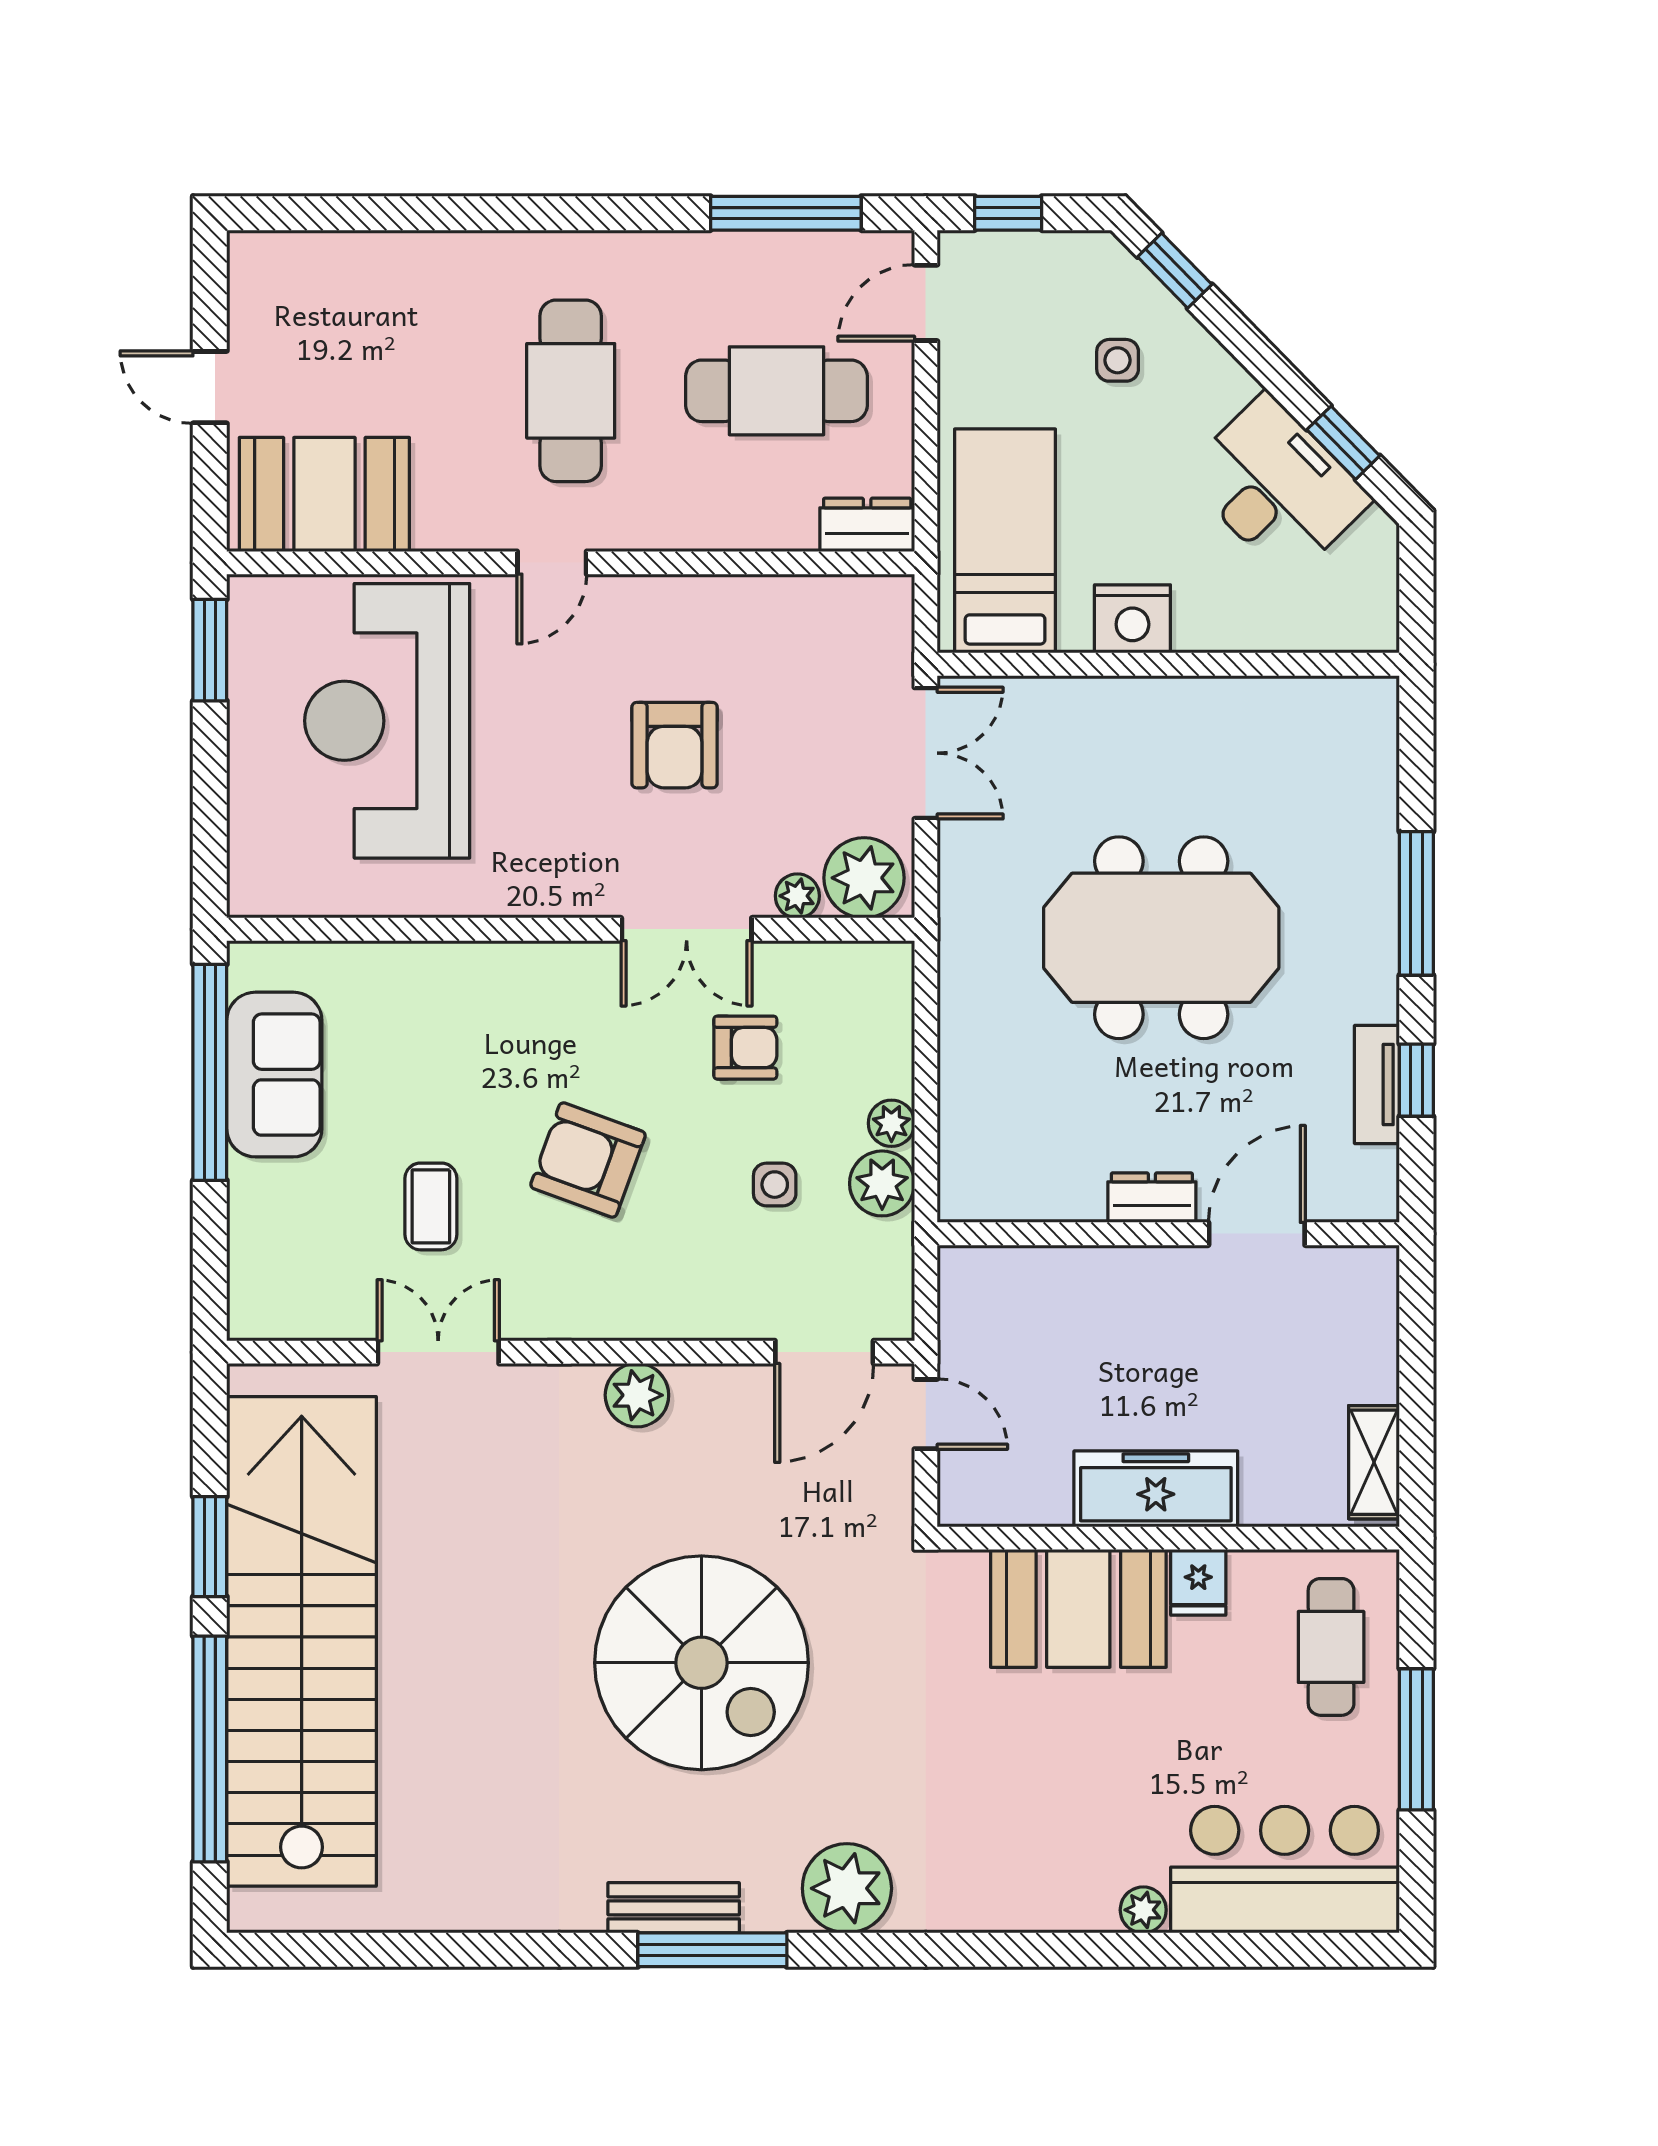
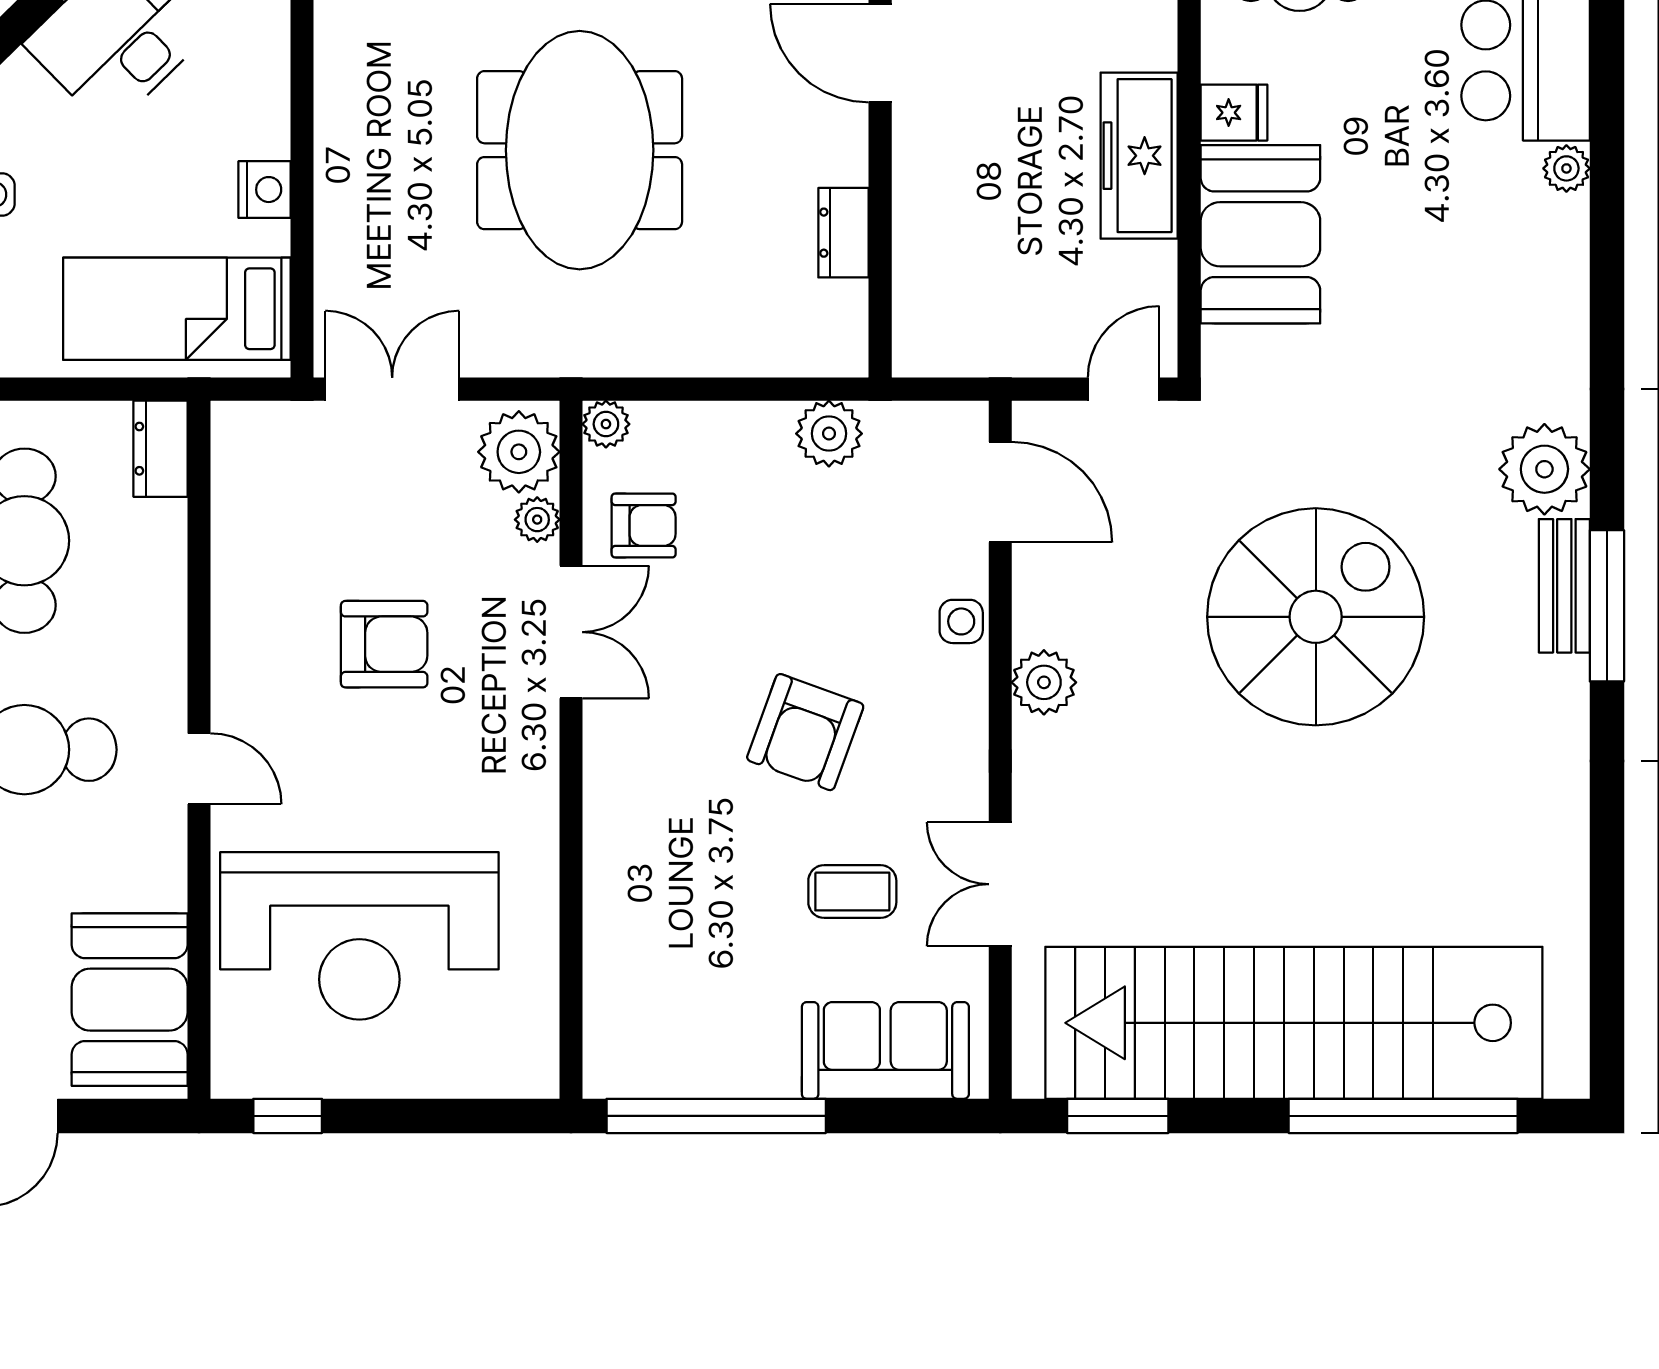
nightstand: (1132, 619) -> (264, 190), width x0.74, depth x0.75
window: (210, 650) -> (288, 1116), width x0.67
armchair: (745, 1048) -> (644, 526), moved, turned 90
sofa: (274, 1075) -> (885, 1050), moved
plant: (891, 1123) -> (606, 424), moved
side table: (775, 1185) -> (961, 621), moved
dresser: (1152, 1198) -> (843, 233), moved
door: (926, 1414) -> (1124, 389), moved
window: (210, 1547) -> (1118, 1116), moved
bench: (674, 1908) -> (1564, 586), moved

